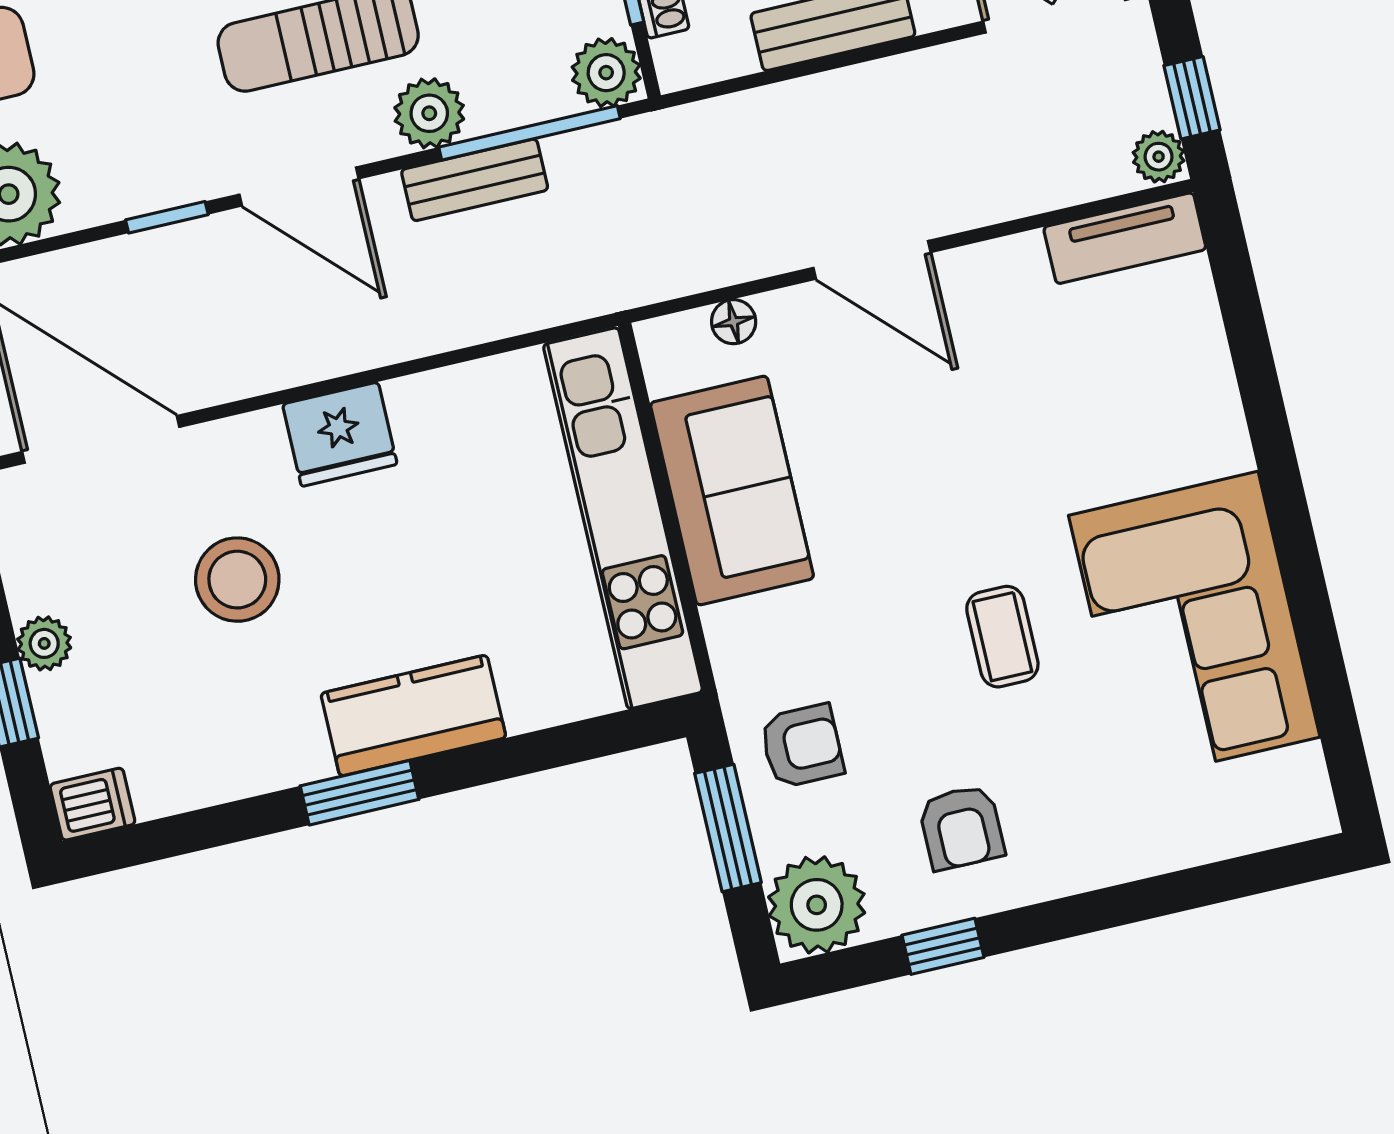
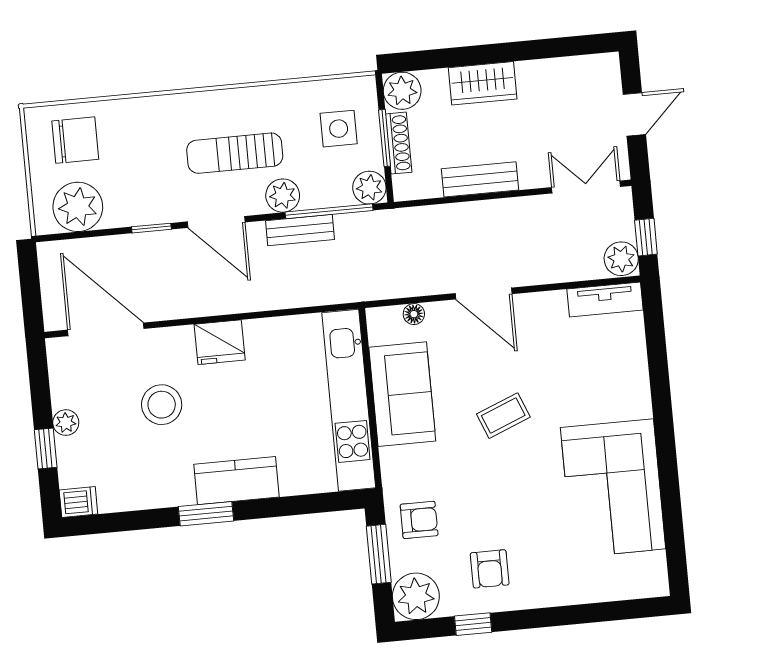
plant: (1159, 157) -> (621, 259), width x1.38, depth x1.38
coffee table: (1002, 637) -> (503, 416), moved, turned 68

